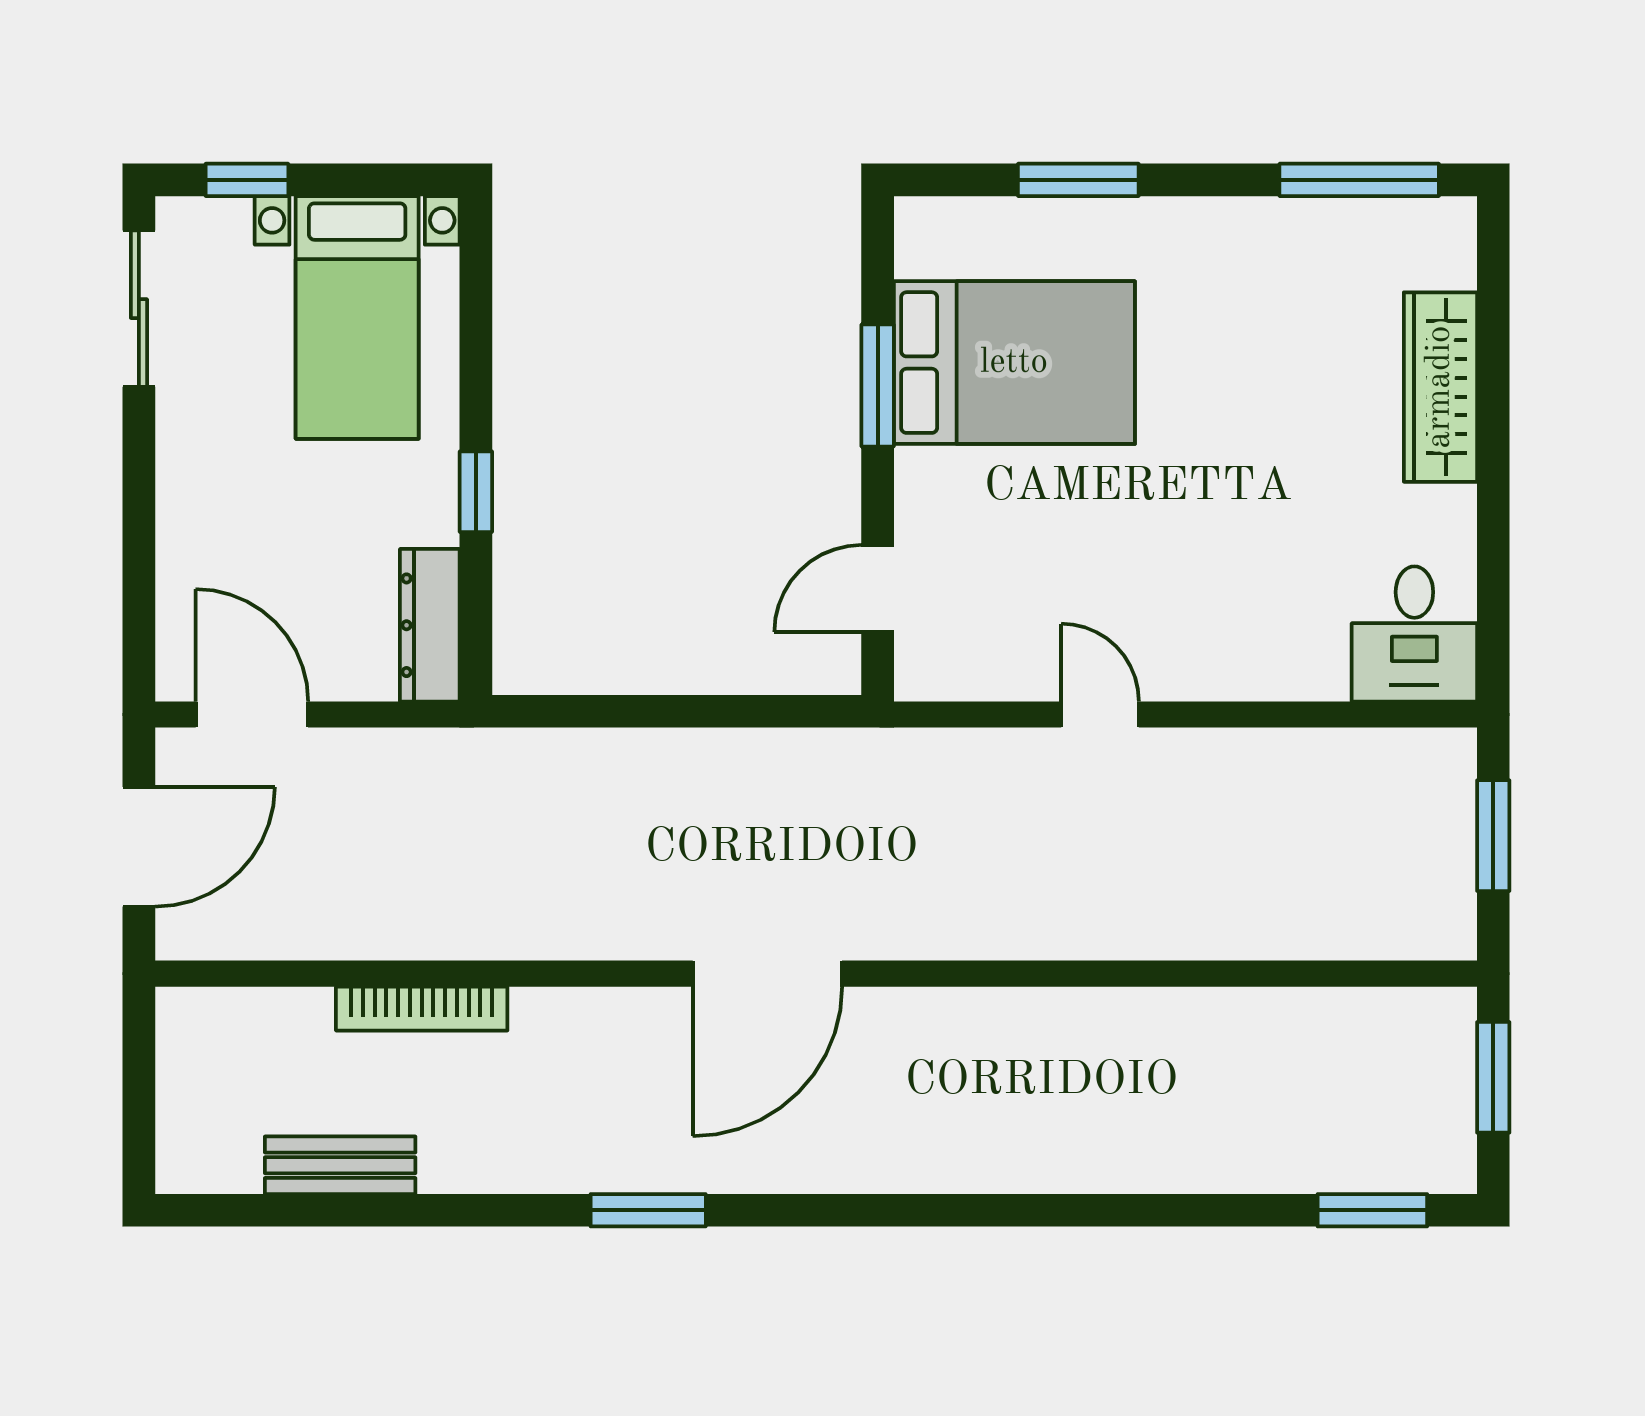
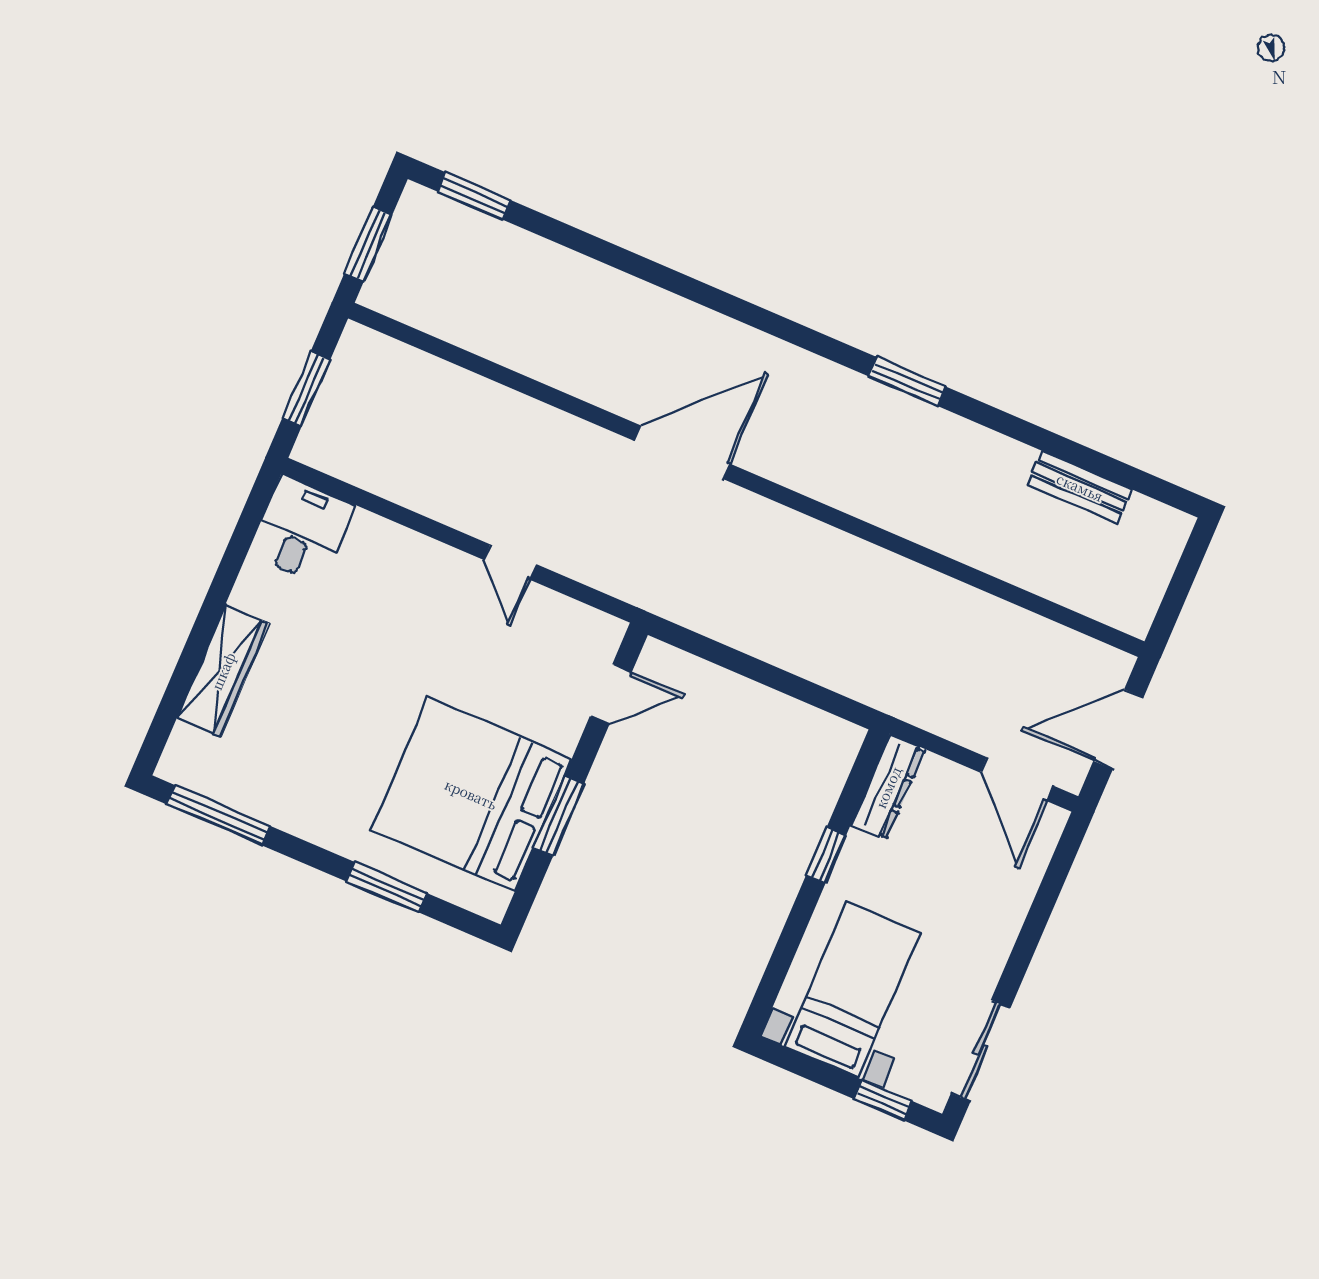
bed: (1014, 363) -> (471, 794), width x1.36
door: (767, 974) -> (682, 452), moved
bookcase: (422, 1009) -> (991, 560), removed

